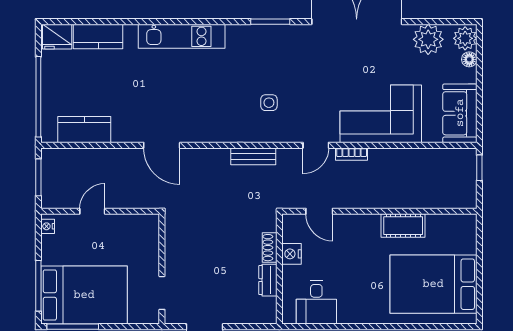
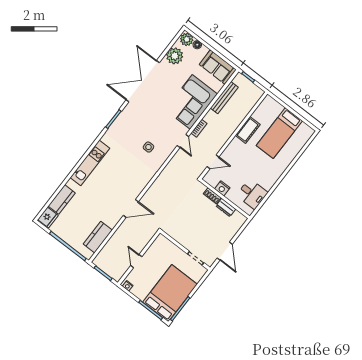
bench: (253, 156) -> (224, 98), moved, width x1.36
bed: (433, 284) -> (279, 133), width x0.67

